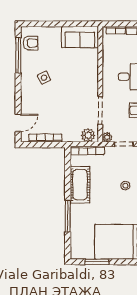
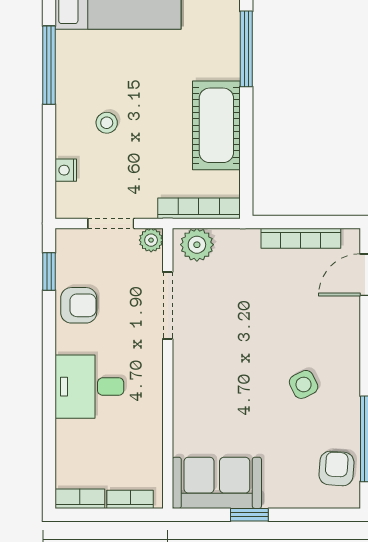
window: (66, 24) -> (249, 515), added
armchair: (31, 43) -> (336, 468), turned 93

